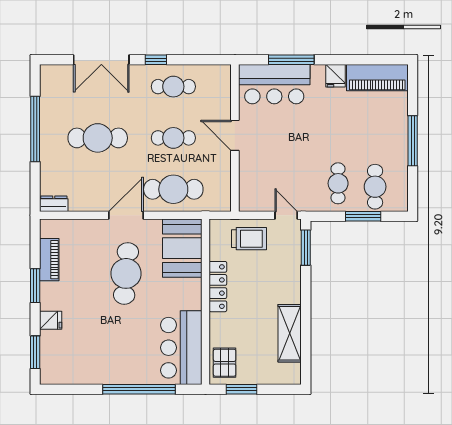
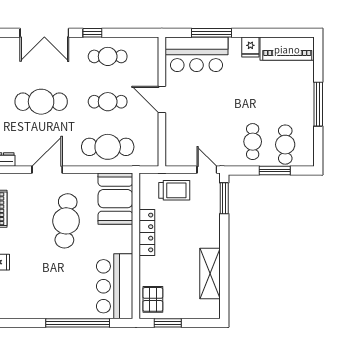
door: (126, 215) -> (47, 170), moved

